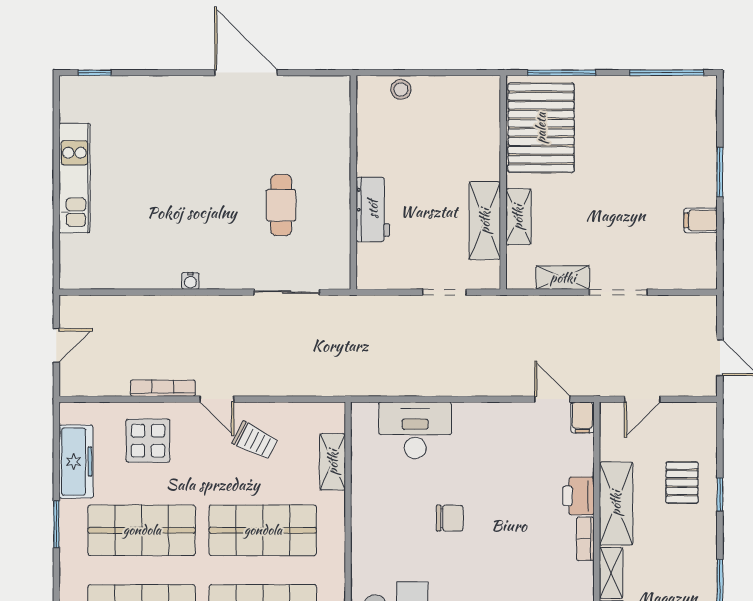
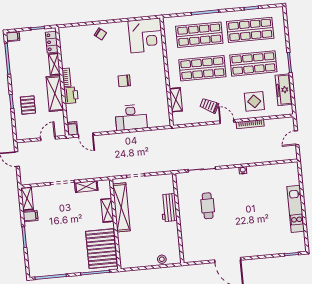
shelving: (485, 221) -> (121, 207), width x1.47
shelving: (705, 262) -> (27, 199), added
desk: (415, 430) -> (131, 117), moved

